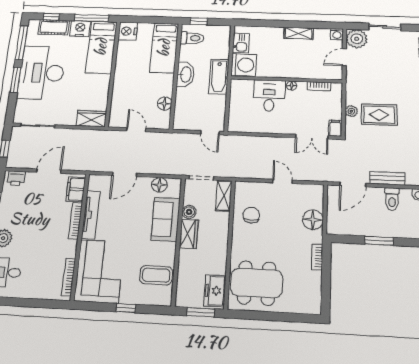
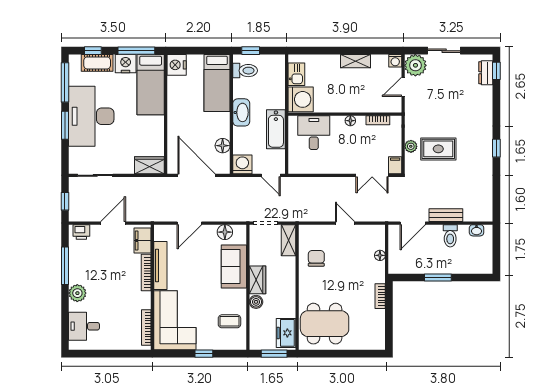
bathtub: (219, 77) -> (276, 129), moved
desk: (269, 96) -> (314, 133), moved
washing machine: (182, 121) -> (242, 164), added
door: (136, 130) -> (196, 175), width x1.87
boiler: (189, 212) -> (256, 302), moved
floor lamp: (313, 220) -> (380, 255), width x0.53, depth x0.53
coffee table: (156, 275) -> (229, 321), width x0.73, depth x0.77

